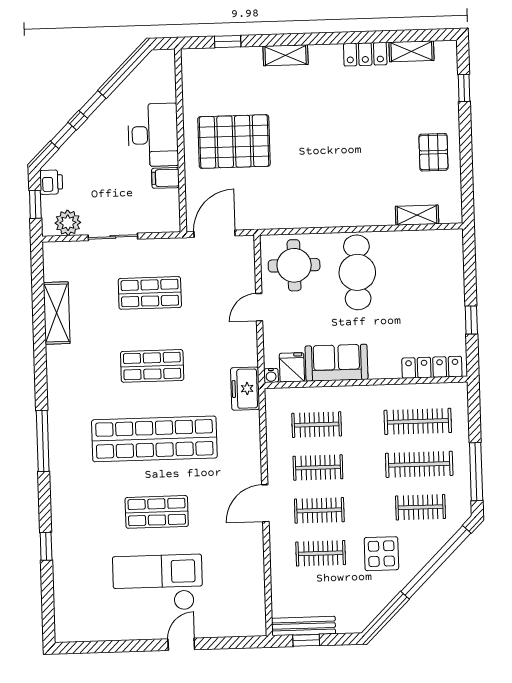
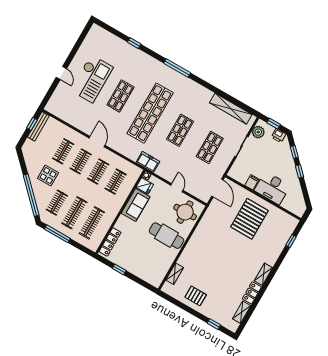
shelving: (286, 55) -> (263, 274), moved
shelving: (57, 313) -> (231, 109), width x1.47

